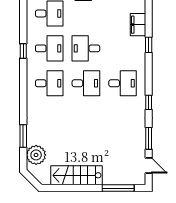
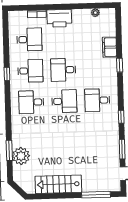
desk: (49, 83) -> (31, 102), turned 180
desk: (123, 83) -> (97, 100), turned 180
plant: (36, 155) -> (21, 156), moved

